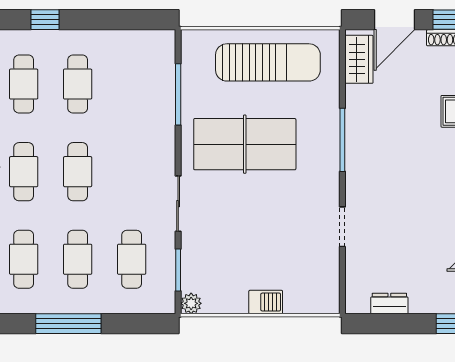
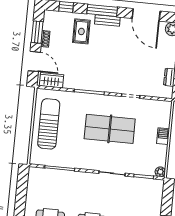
table tennis table: (245, 144) -> (110, 129), moved, turned 90
cafe table: (132, 259) -> (136, 198), removed

